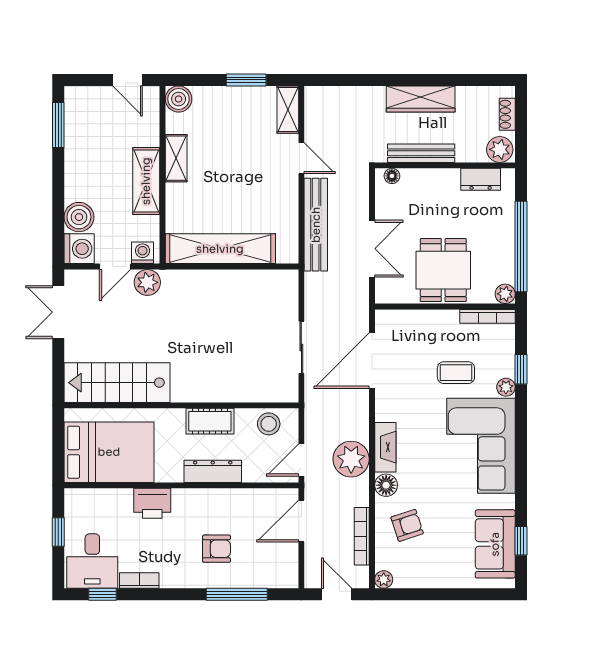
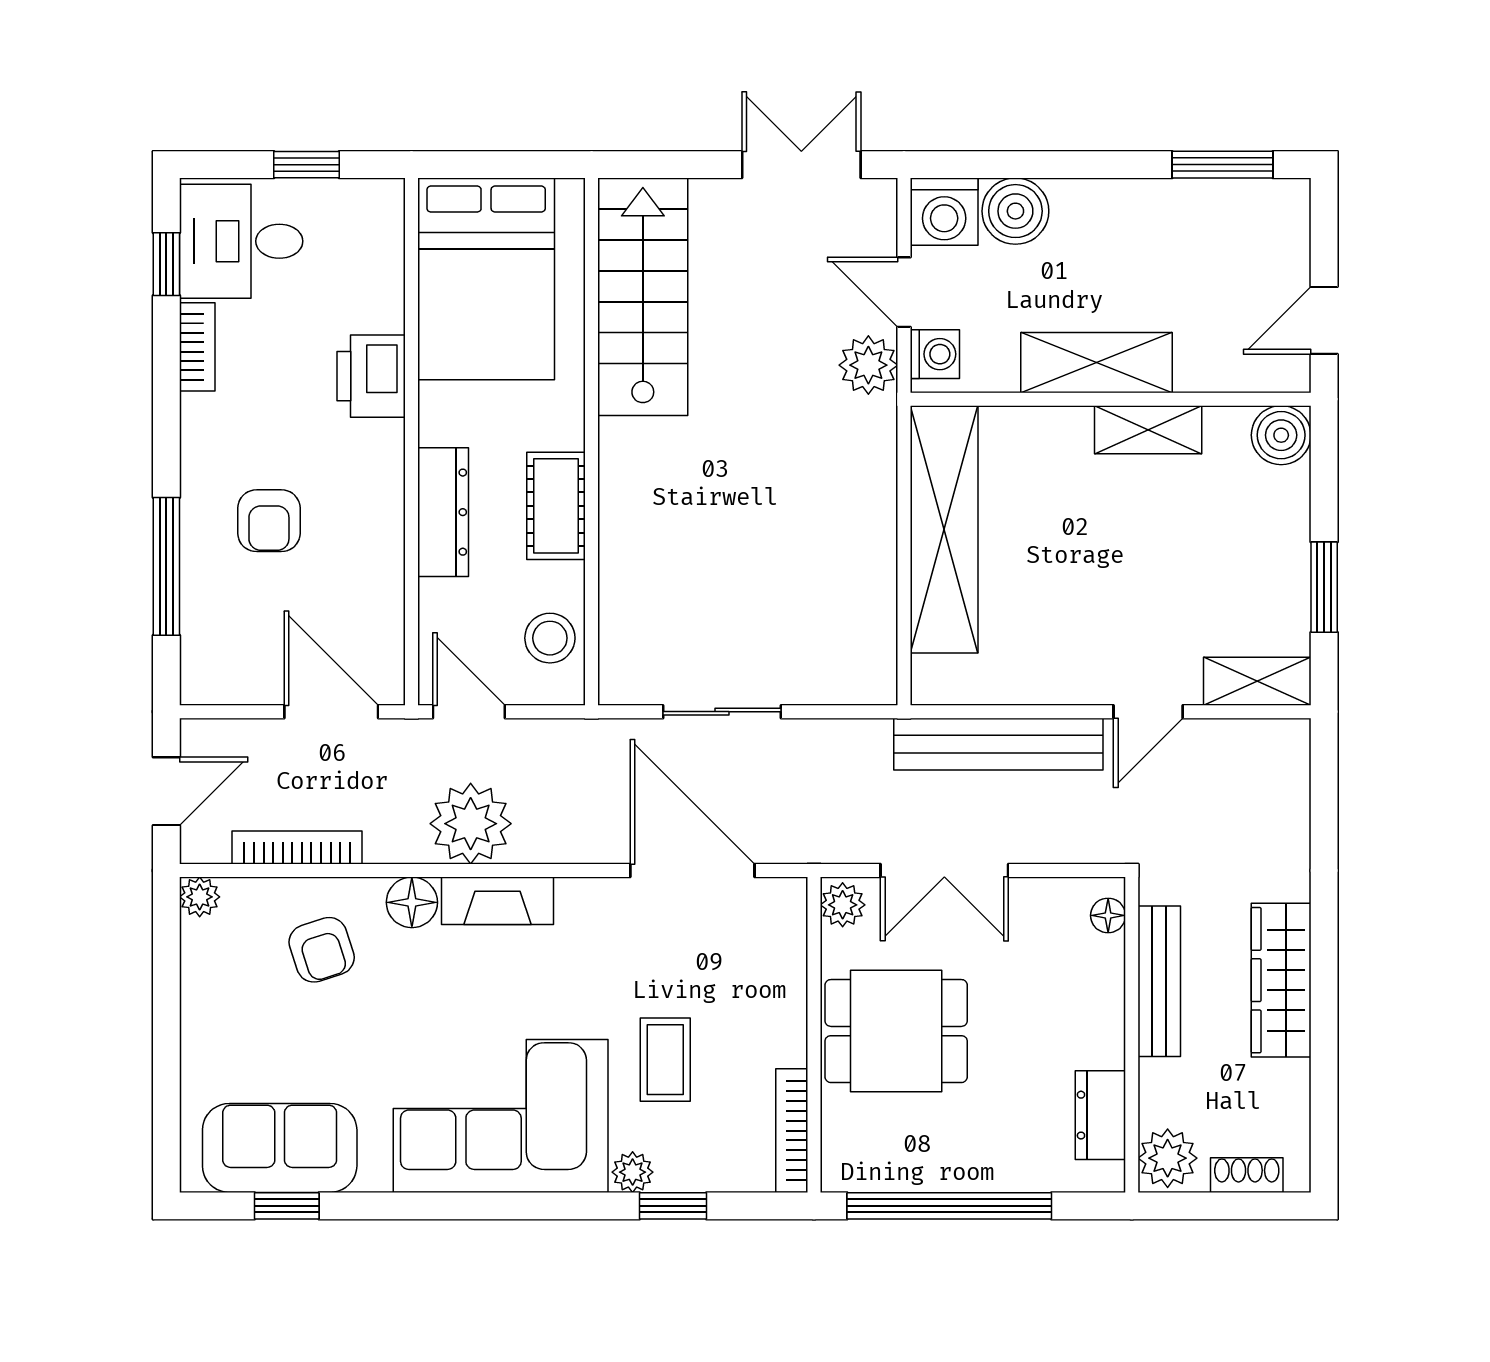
plant: (505, 294) -> (843, 905), moved

